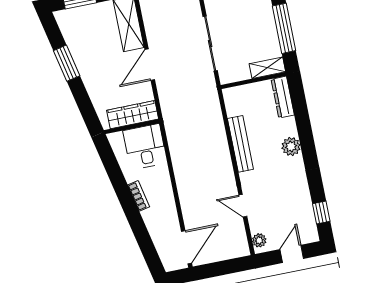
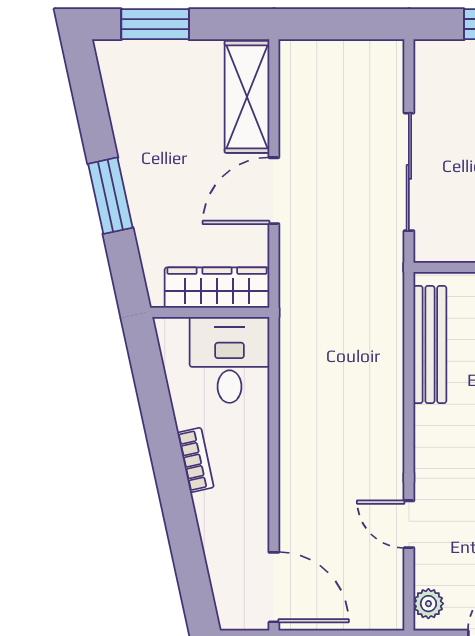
window: (67, 63) -> (110, 196), moved
bench: (240, 144) -> (430, 344), moved
door: (187, 247) -> (274, 587), hinge flipped

